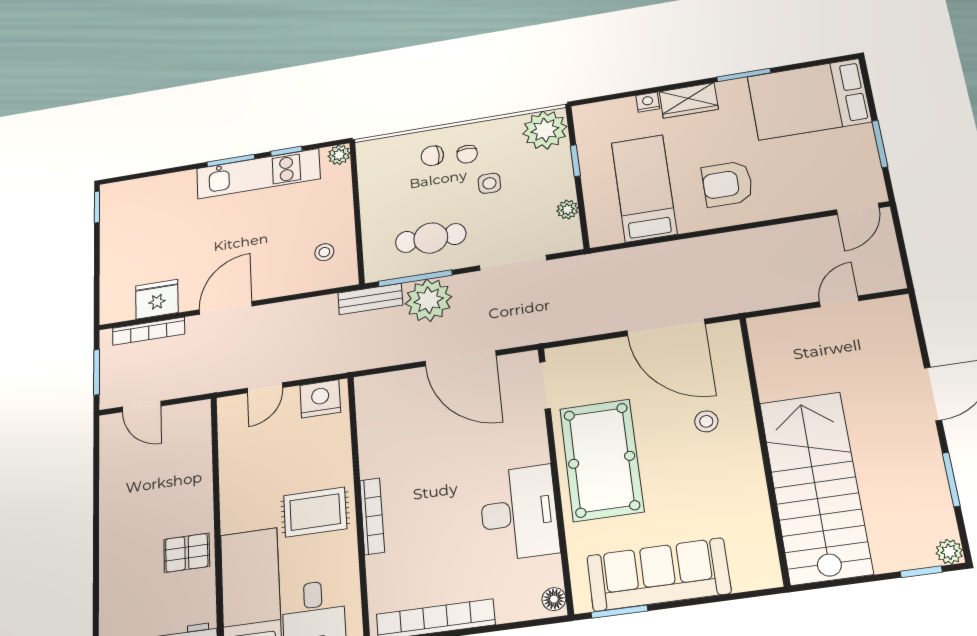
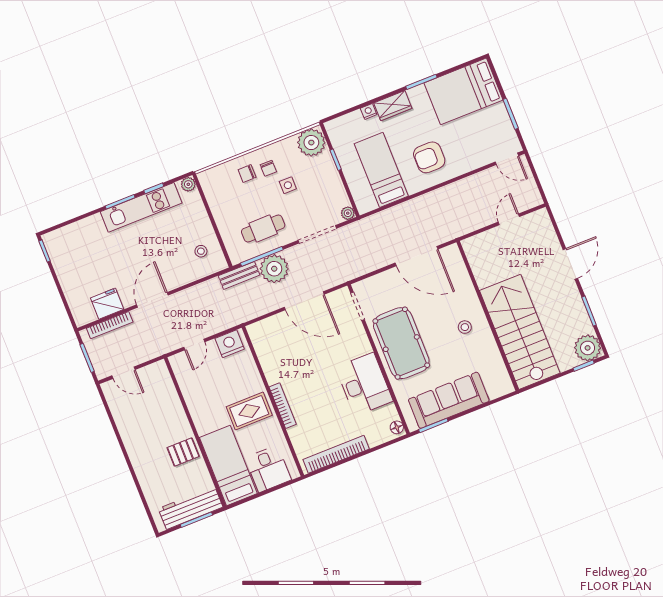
plant: (567, 209) -> (348, 213), moved
door: (858, 209) -> (507, 159), hinge flipped
stool: (706, 421) -> (465, 327), moved
plant: (949, 552) -> (588, 348), width x1.88, depth x1.88

